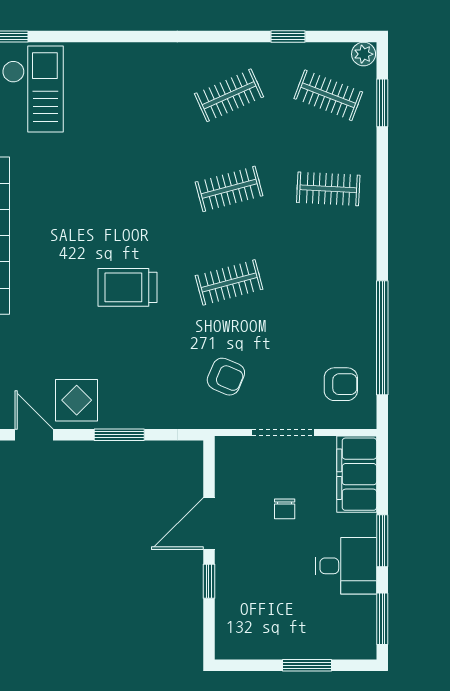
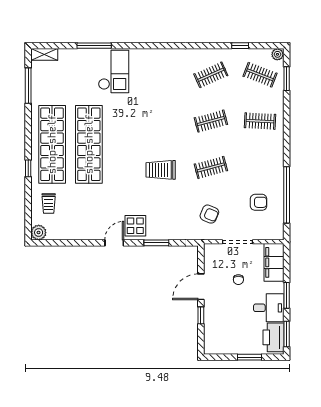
armchair: (341, 384) -> (259, 202), moved
door: (34, 435) -> (114, 243), hinge flipped
printer: (356, 626) -> (274, 337), added

